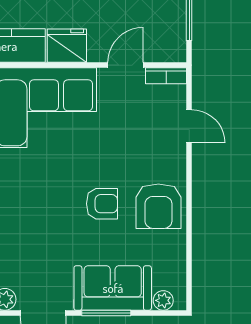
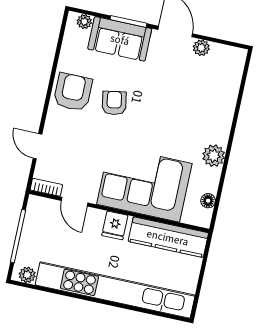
fridge: (67, 46) -> (115, 225), width x0.72
door: (126, 65) -> (75, 202), hinge flipped
armchair: (102, 204) -> (114, 103), turned 80

